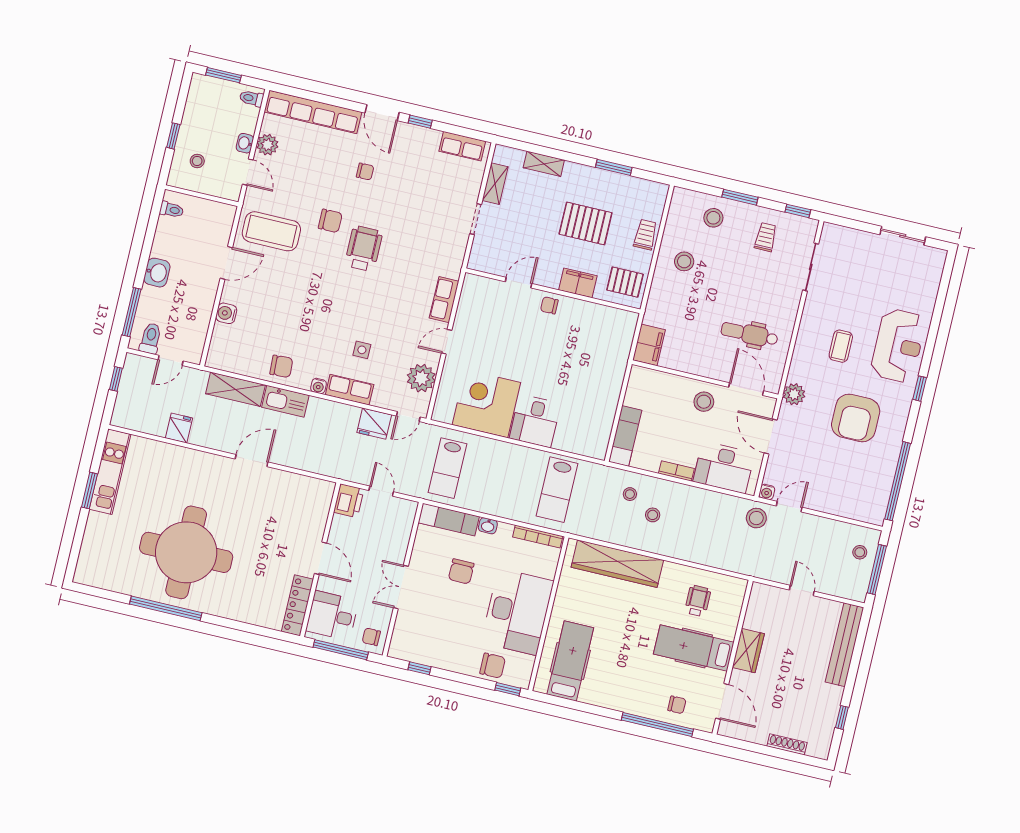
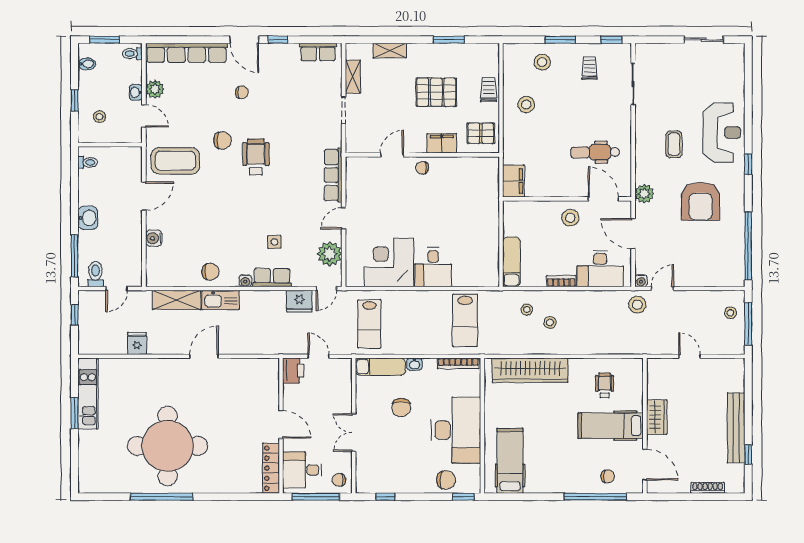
bidet: (197, 98) -> (87, 64), added
row of seats: (444, 300) -> (333, 175), width x1.48
bench: (845, 645) -> (736, 428), moved

